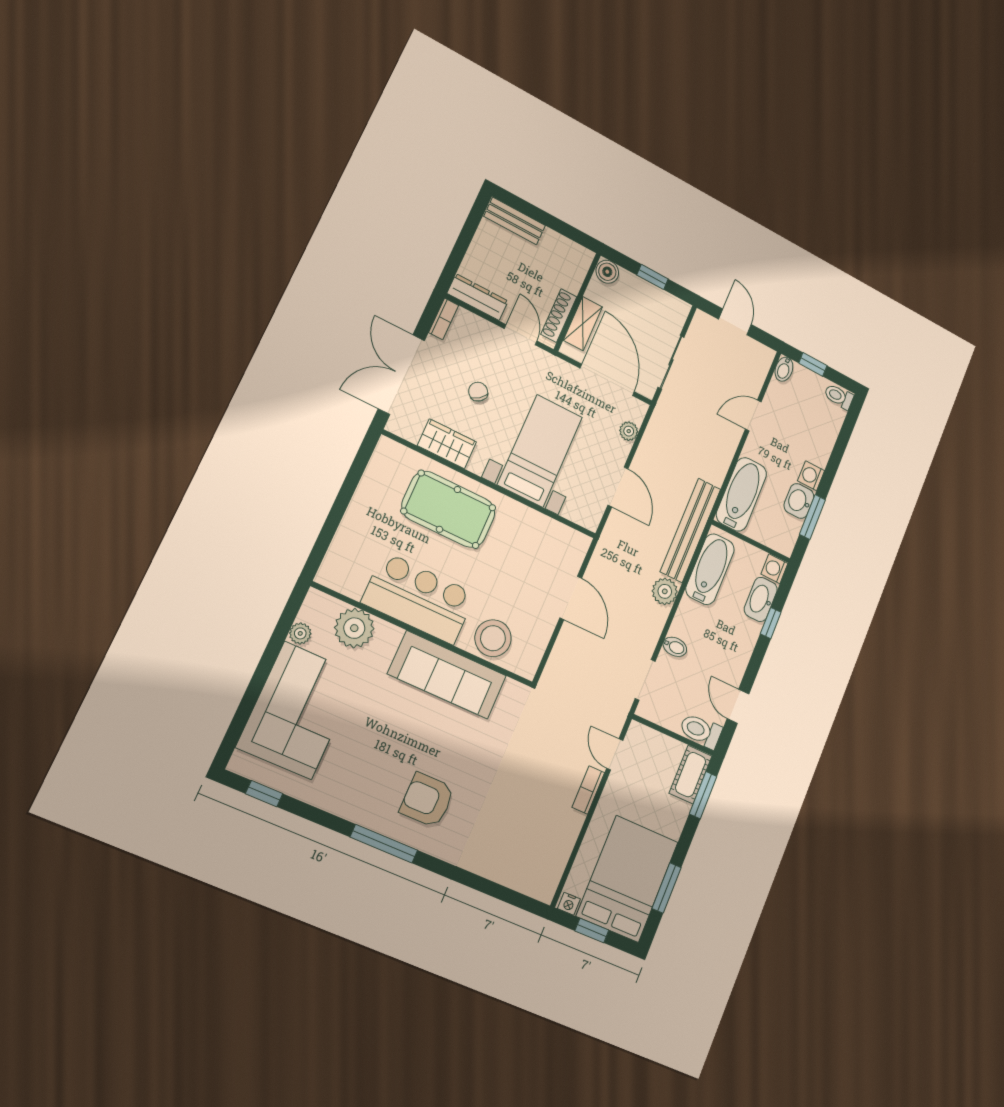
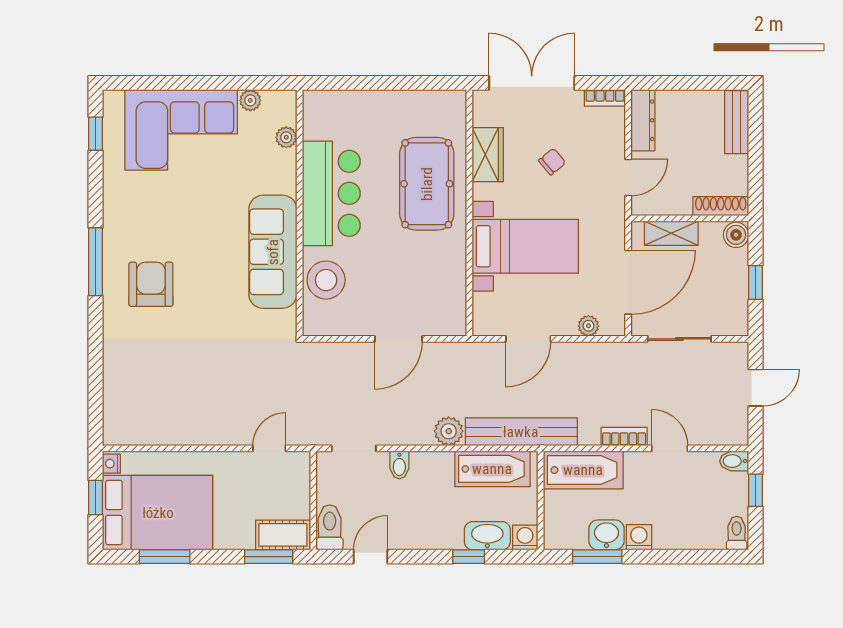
shoe rack: (559, 316) -> (721, 206), moved
plant: (354, 628) -> (286, 137), width x0.53, depth x0.53
bookcase: (588, 790) -> (624, 437), moved

